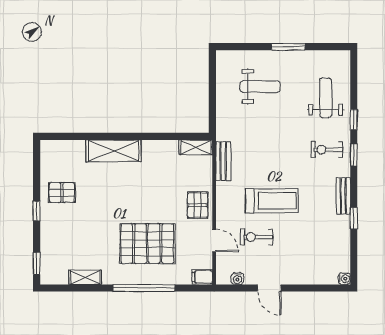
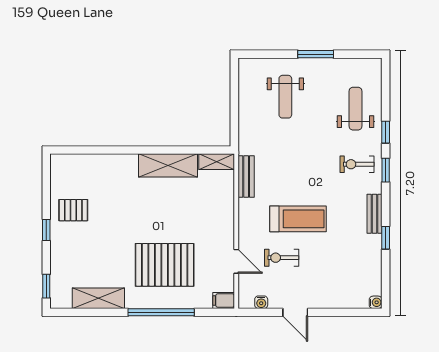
weight bench: (260, 86) -> (285, 97), turned 90
shelving: (114, 151) -> (168, 165), moved
pallet: (198, 205) -> (219, 224), removed
shelving: (85, 277) -> (98, 298), width x1.50, depth x1.33

